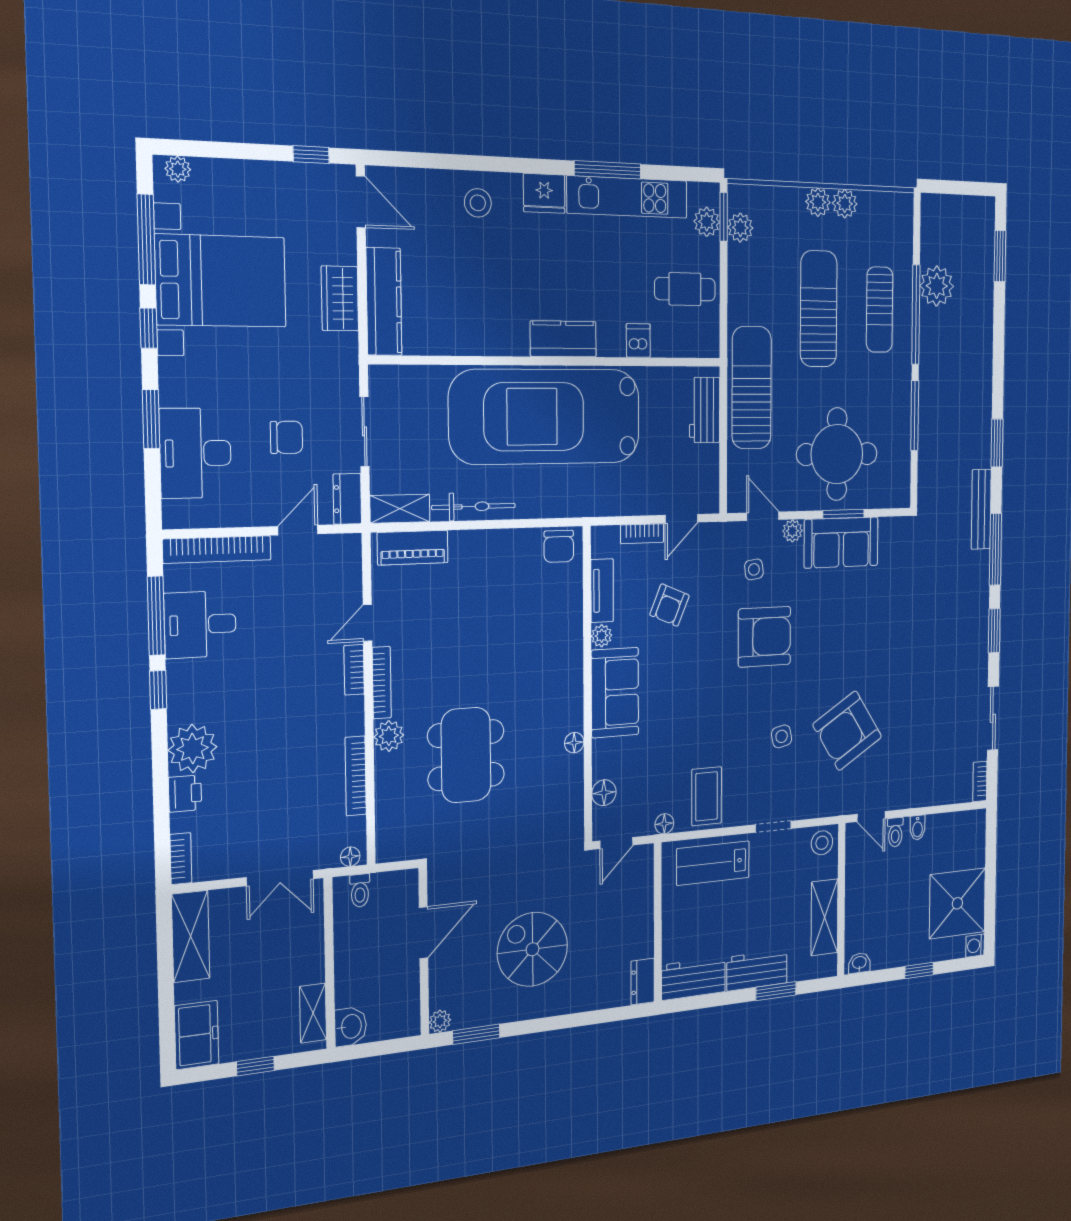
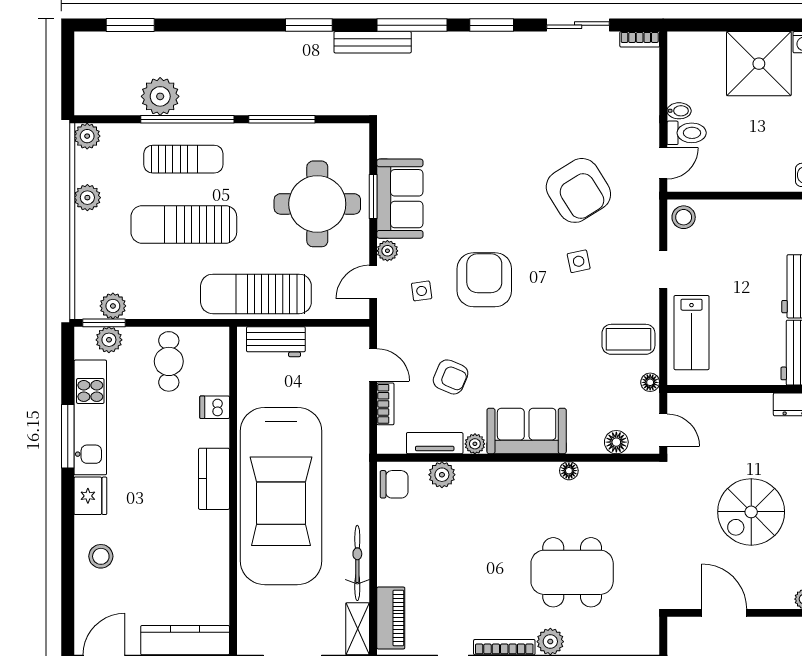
plant: (818, 202) -> (87, 136), moved
plant: (569, 600) -> (442, 475), added
toilet: (895, 832) -> (687, 133), width x1.37, depth x1.39
shelving: (825, 917) -> (756, 214), removed

